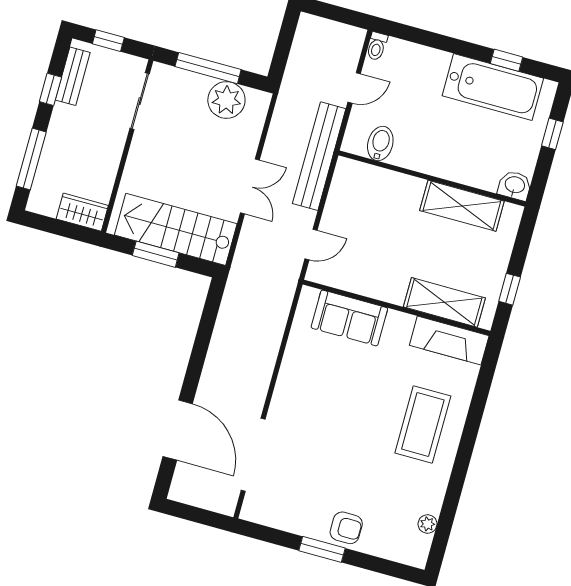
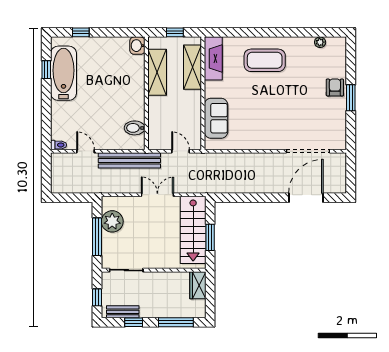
bidet: (380, 143) -> (135, 128), moved
wall: (432, 179) -> (146, 93), moved
washbasin: (515, 185) -> (137, 46), moved
shelving: (462, 206) -> (157, 72), moved

